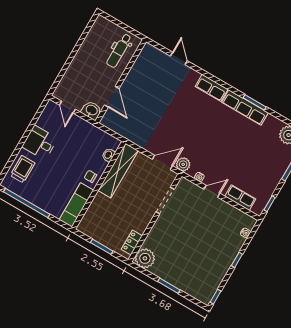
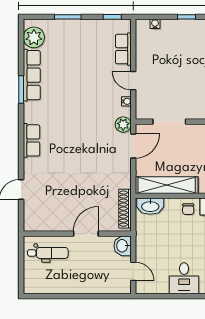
door: (112, 97) -> (86, 234), moved
door: (67, 107) -> (133, 271), hinge flipped
row of seats: (245, 108) -> (32, 75), moved
shoe rack: (119, 129) -> (125, 209), added
washbasin: (108, 155) -> (150, 206), width x1.91, depth x1.45
door: (162, 162) -> (133, 146), swing flipped

